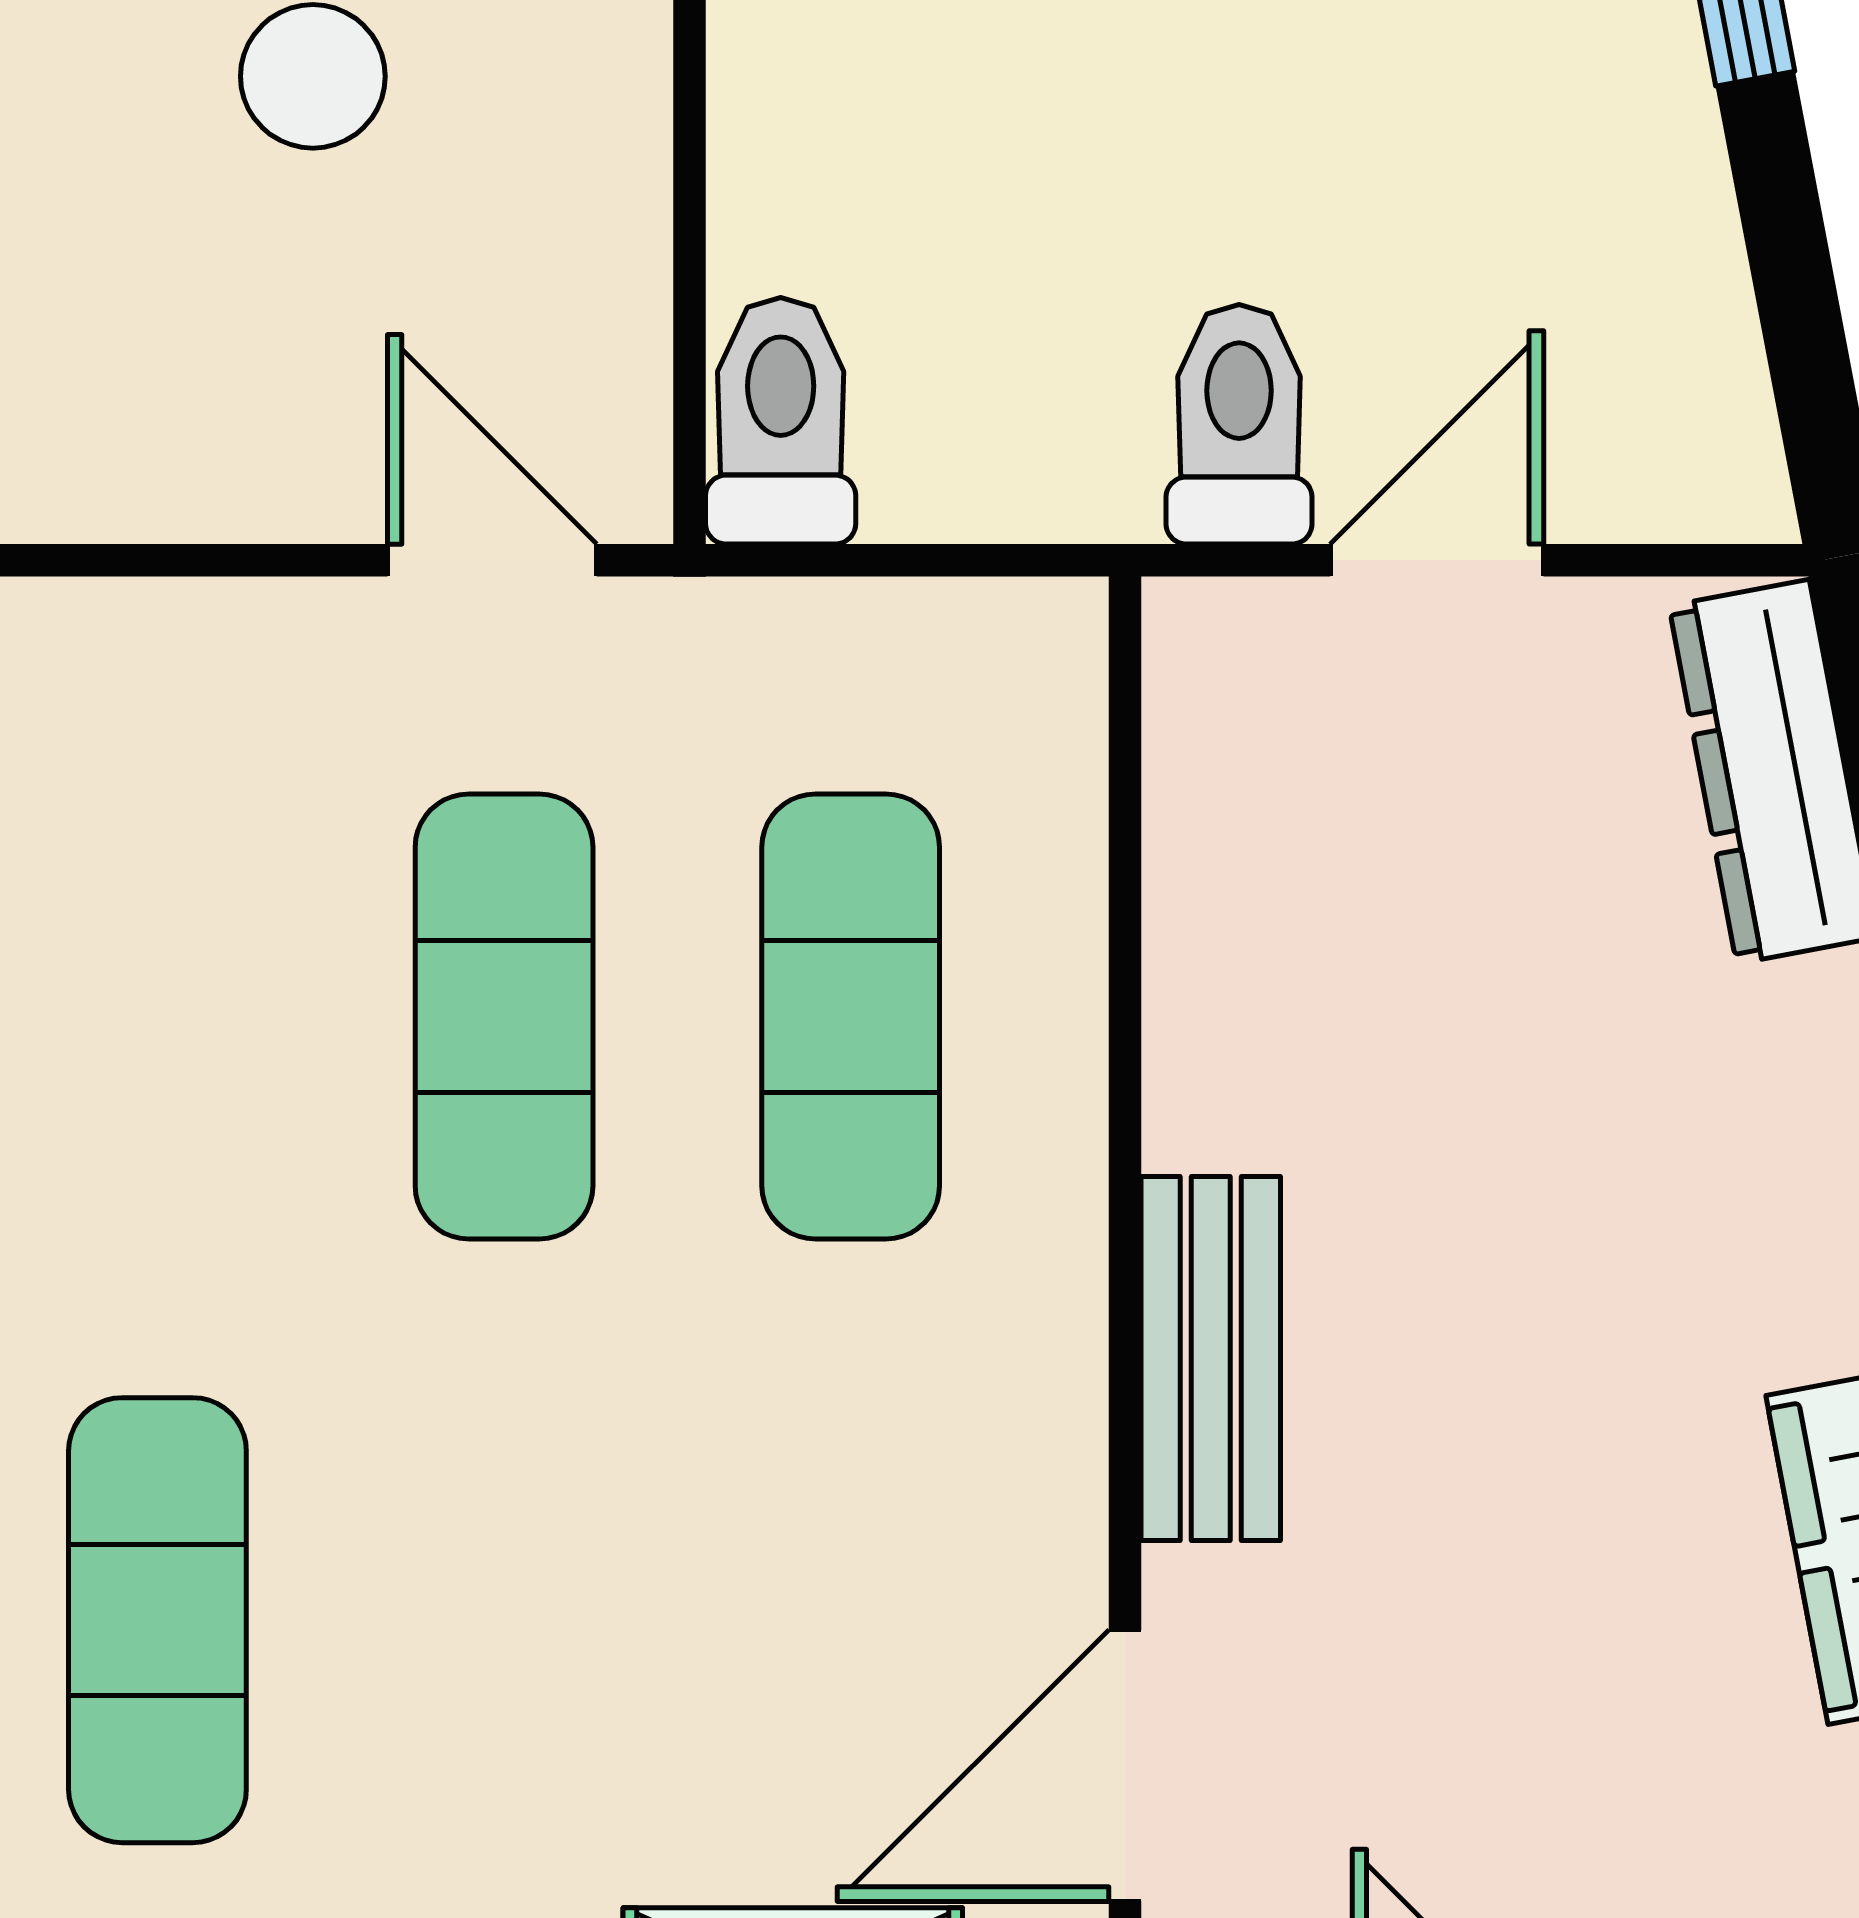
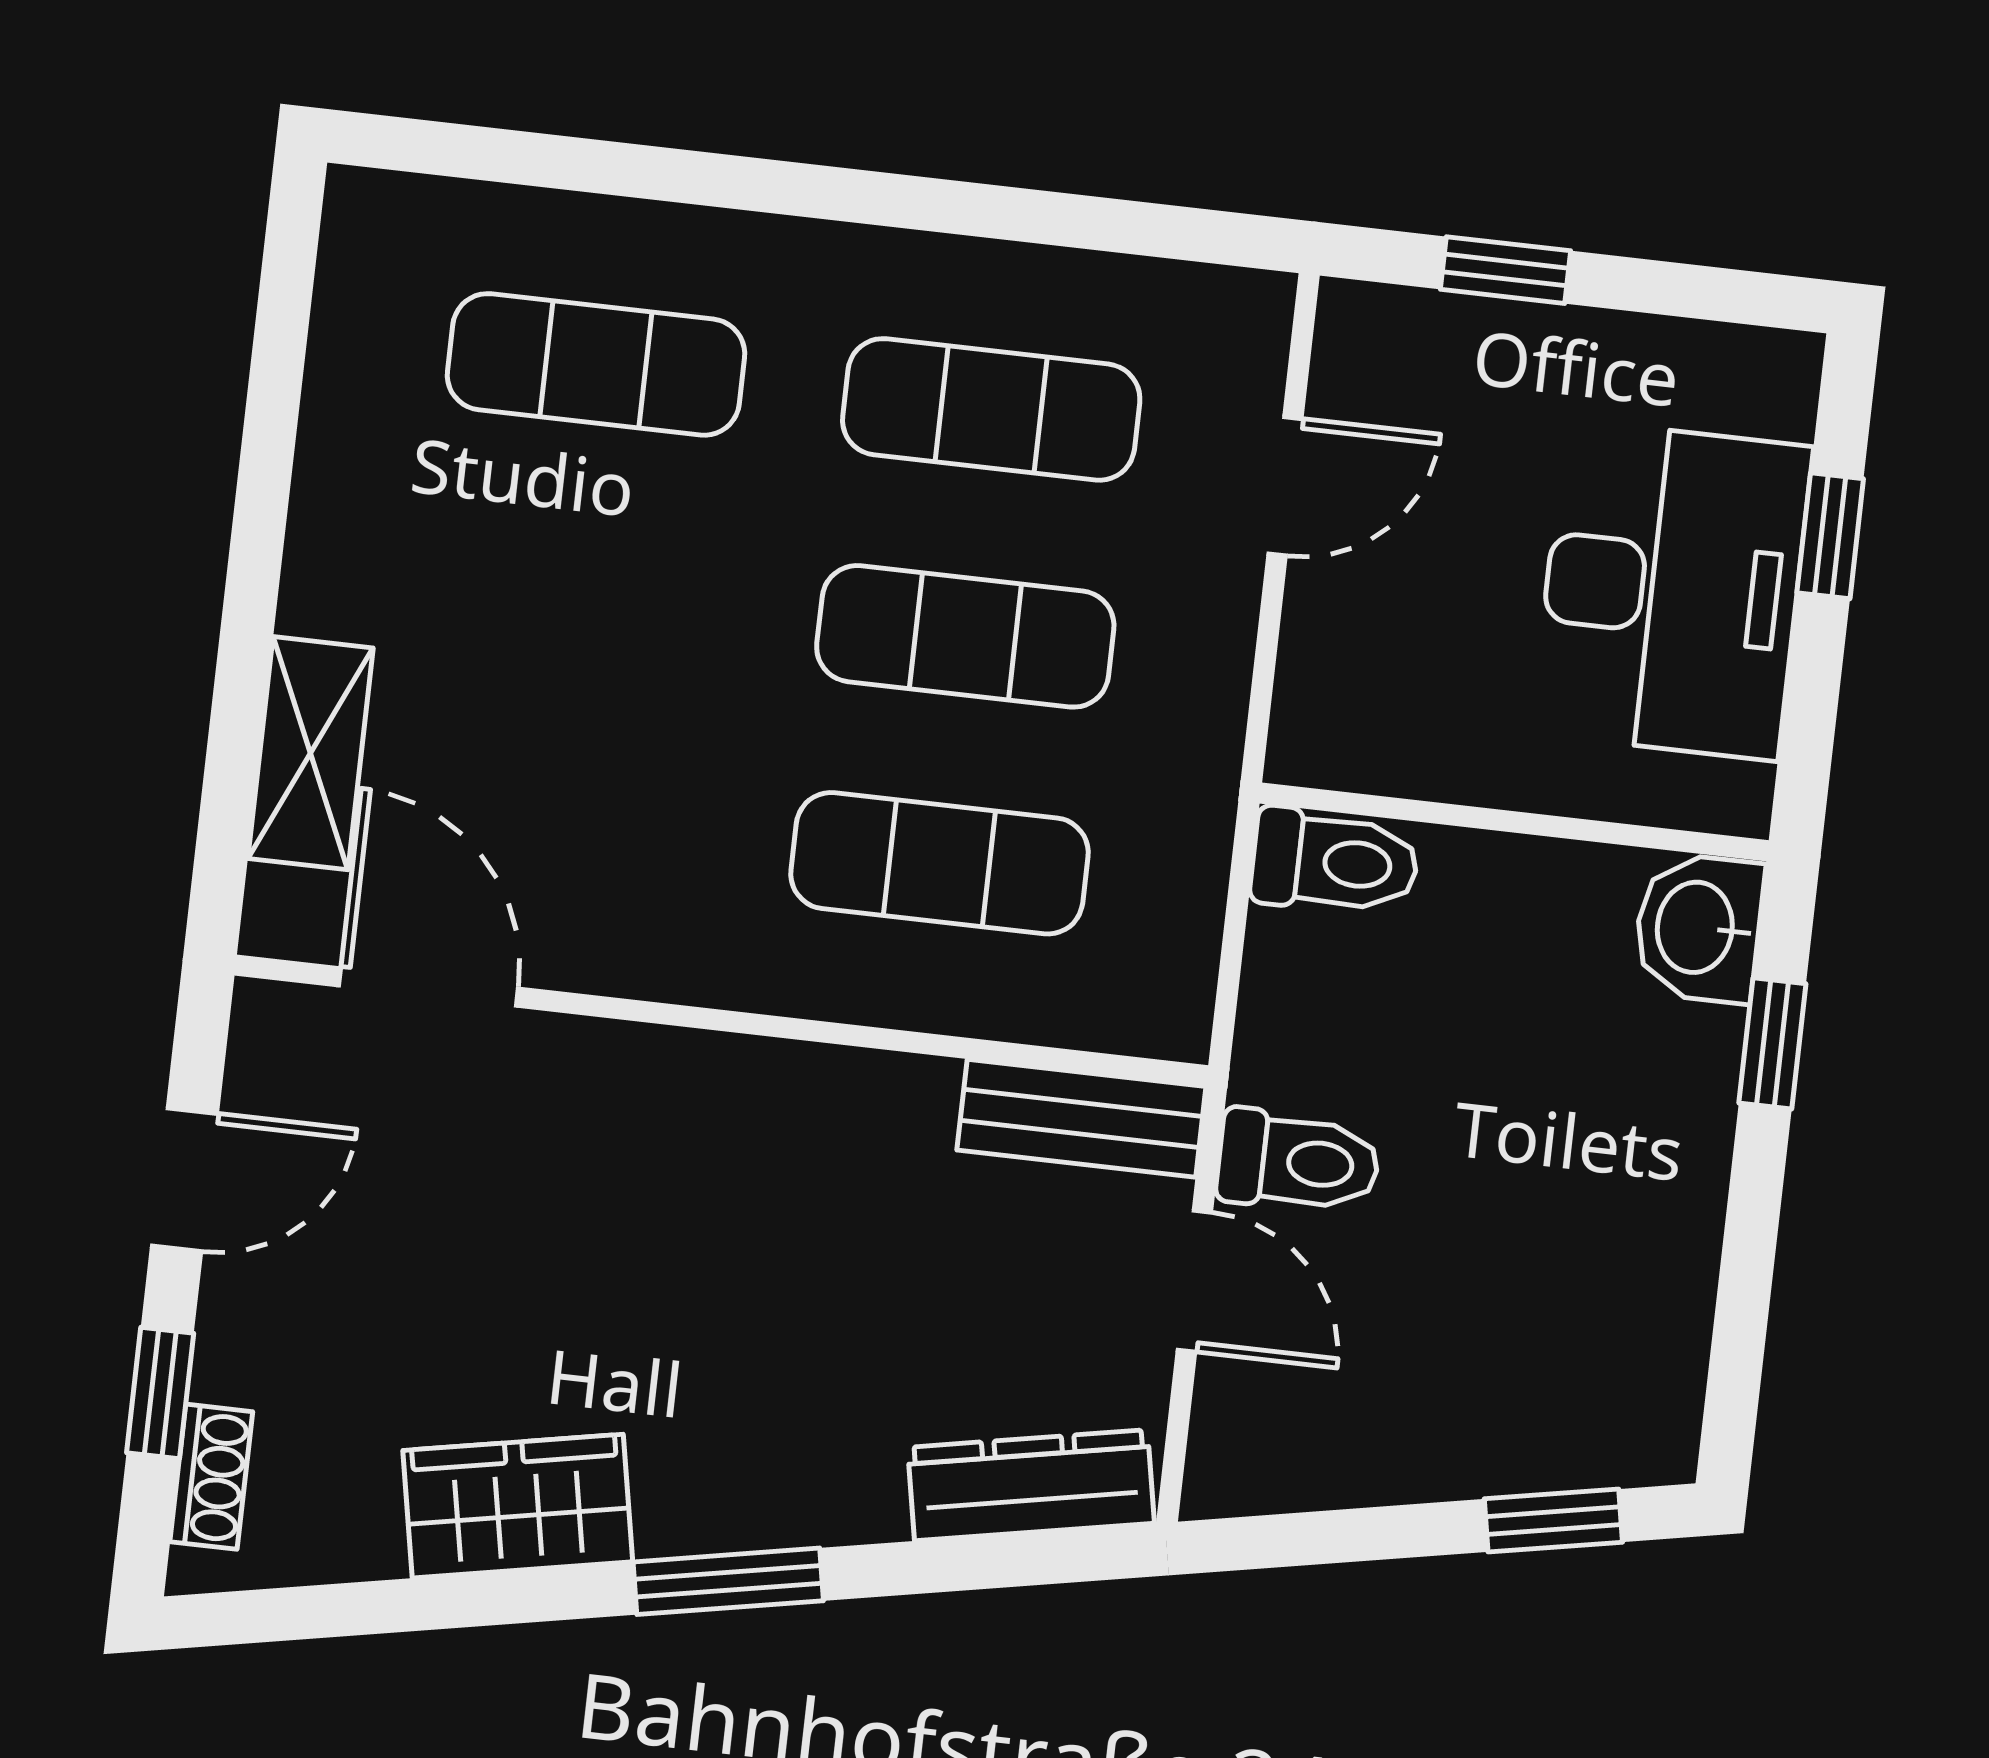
door: (492, 560) -> (1285, 486), moved
exercise mat: (157, 1016) -> (991, 409), added
bench: (1211, 1358) -> (1081, 1118), moved

